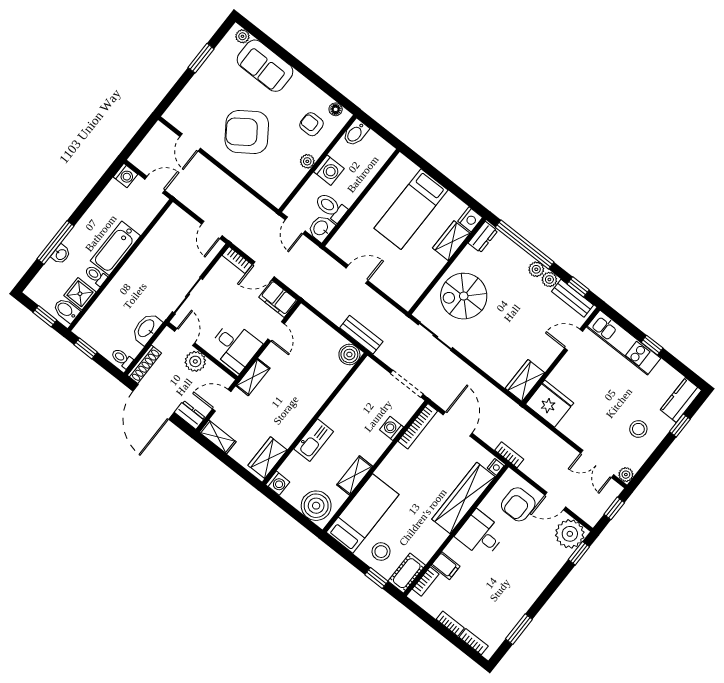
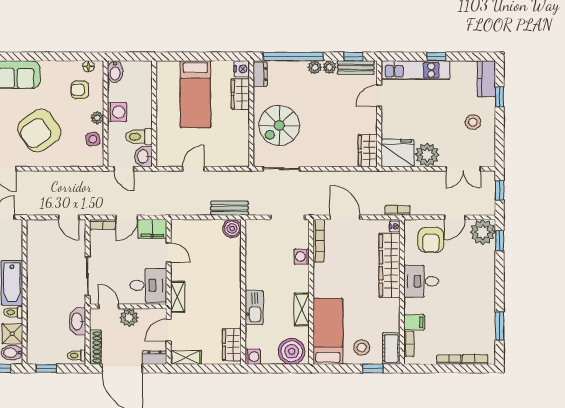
side table: (288, 177) -> (93, 139), added
plant: (626, 475) -> (427, 155), moved, width x1.88, depth x1.88

